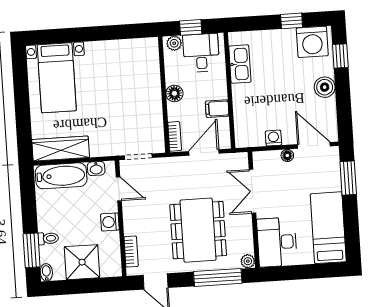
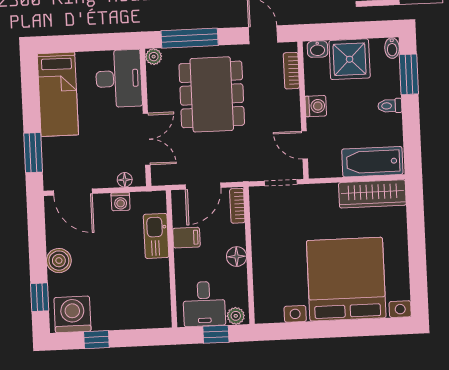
kitchen sink: (240, 64) -> (156, 236), moved
bed with nightstands: (57, 78) -> (346, 279), width x1.85
floor lamp: (287, 155) -> (125, 180), moved
washbasin: (96, 169) -> (318, 49), moved, turned 180
toilet: (48, 238) -> (390, 106), moved

